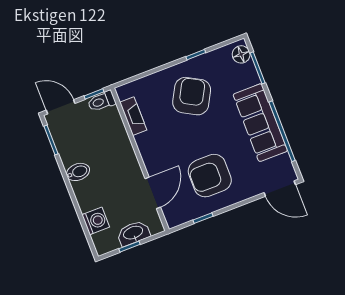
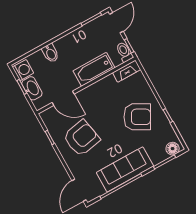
fireplace: (133, 116) -> (127, 71), moved
bathtub: (119, 146) -> (94, 69), added
bidet: (78, 172) -> (50, 53), moved
armchair: (210, 176) -> (81, 138), turned 79
washing machine: (96, 221) -> (23, 70), moved, turned -90

